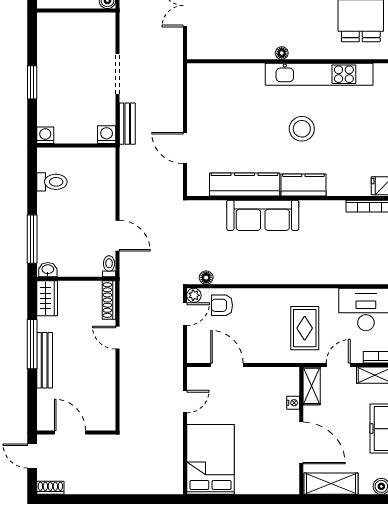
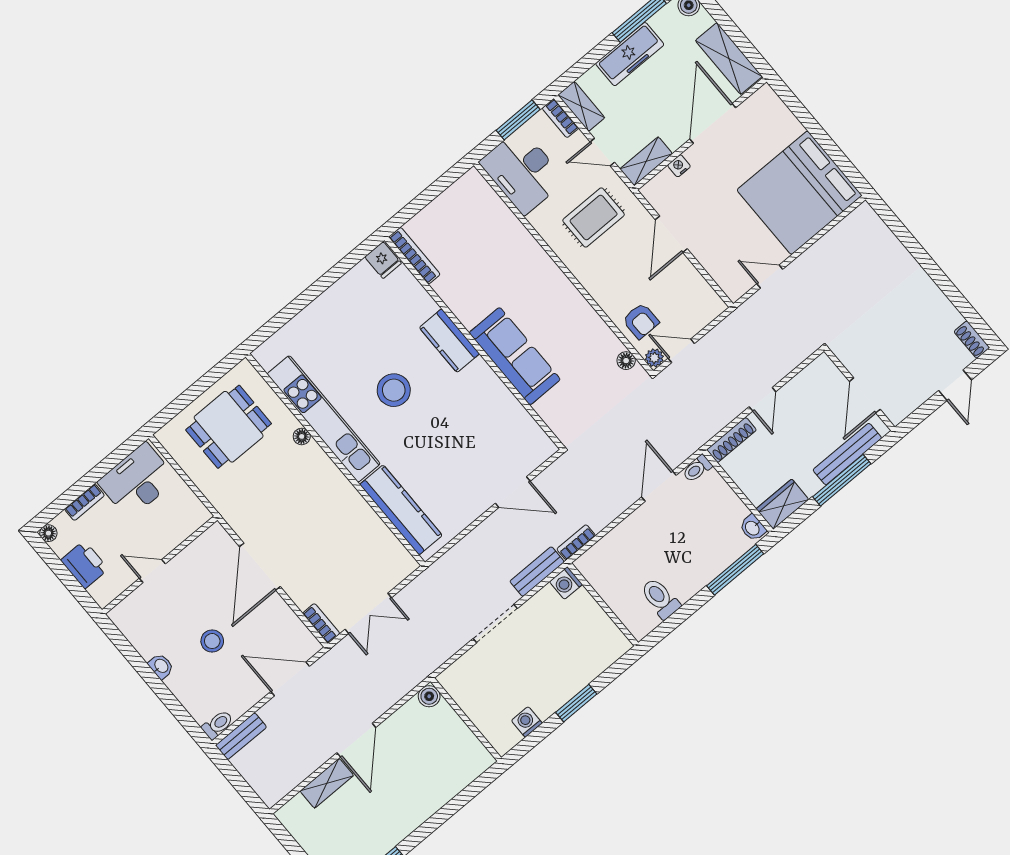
floor lamp: (282, 53) -> (302, 436), moved
washing machine: (45, 135) -> (527, 722), moved, turned 90
door: (185, 148) -> (513, 492), hinge flipped
bookcase: (125, 160) -> (576, 542), added
kitchen counter: (245, 185) -> (401, 510), moved, turned 180
door: (227, 365) -> (671, 234), moved
door: (70, 433) -> (865, 395), moved
wall: (76, 433) -> (860, 389), moved
bed: (210, 459) -> (799, 193), width x1.36

